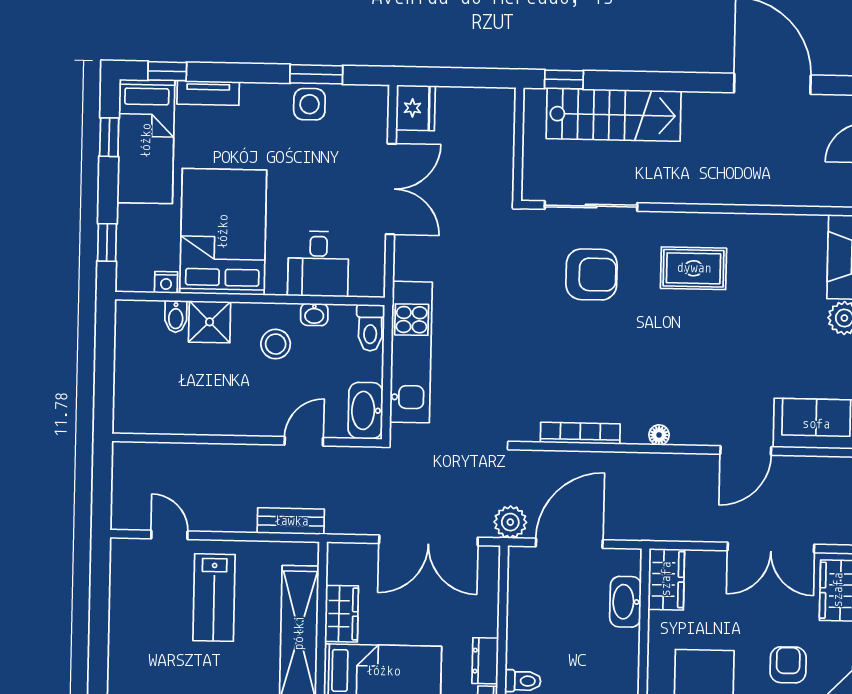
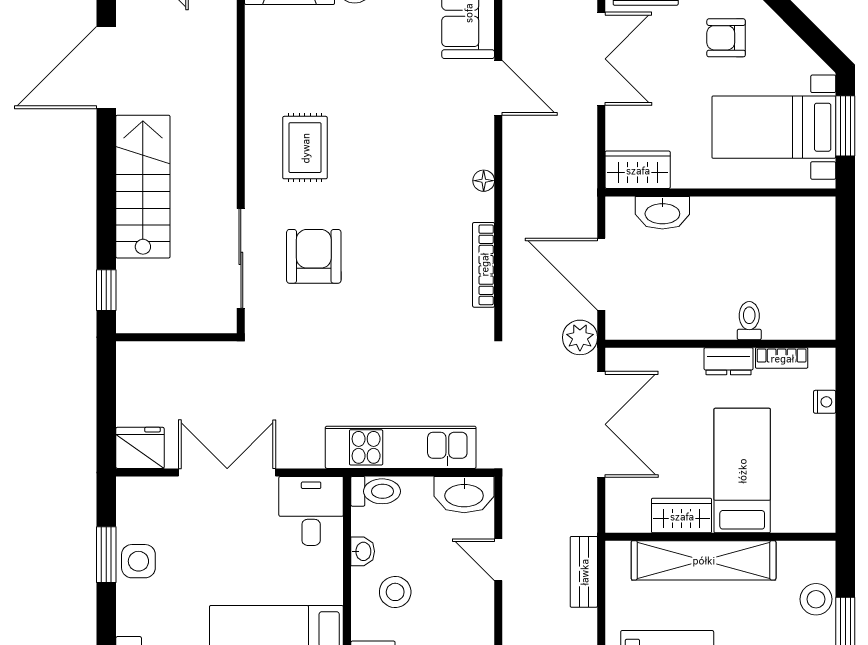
stairs: (614, 115) -> (143, 187), moved
desk: (318, 264) -> (311, 511), moved, turned -90

